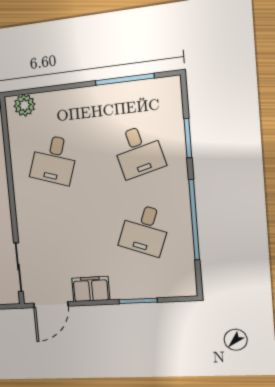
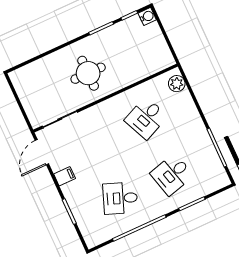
desk: (54, 160) -> (146, 118), turned -42
filing cabinet: (91, 289) -> (65, 176), width x0.50
door: (51, 305) -> (42, 152), hinge flipped

